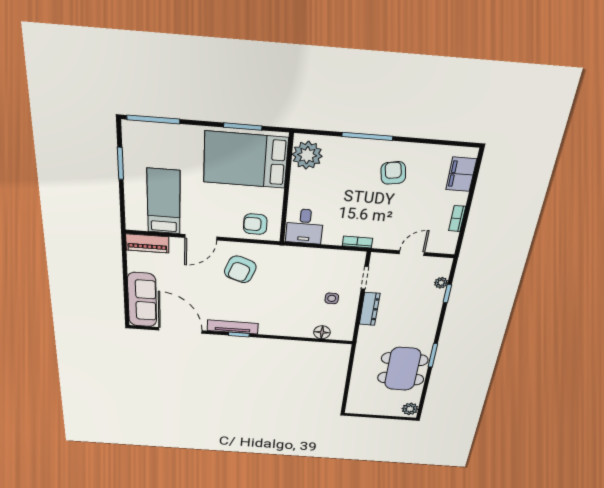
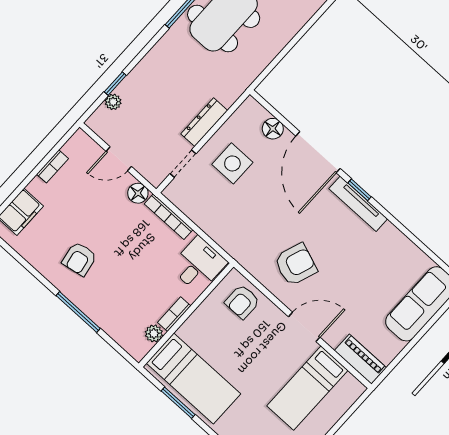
plant: (307, 155) -> (154, 333), width x0.53, depth x0.53
bed: (245, 160) -> (193, 379), width x0.67
bookcase: (295, 184) -> (174, 314), added
armchair: (255, 224) -> (242, 302), turned 90
floor lamp: (382, 241) -> (138, 193), added
bookcase: (357, 242) -> (169, 217), width x1.56
side table: (332, 298) -> (232, 163), width x1.87, depth x1.87
door: (180, 330) -> (318, 152), moved

